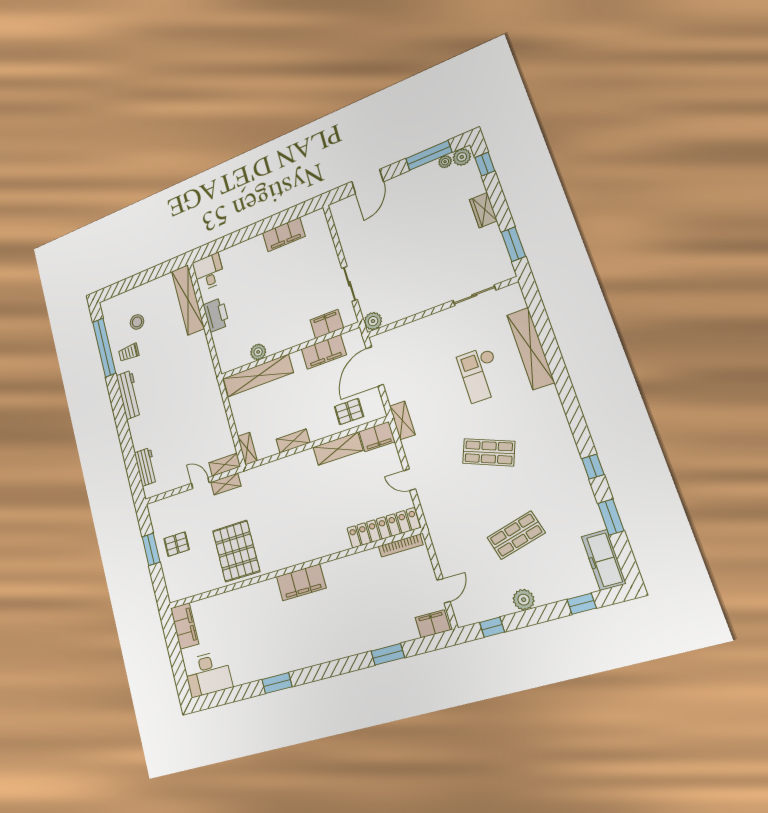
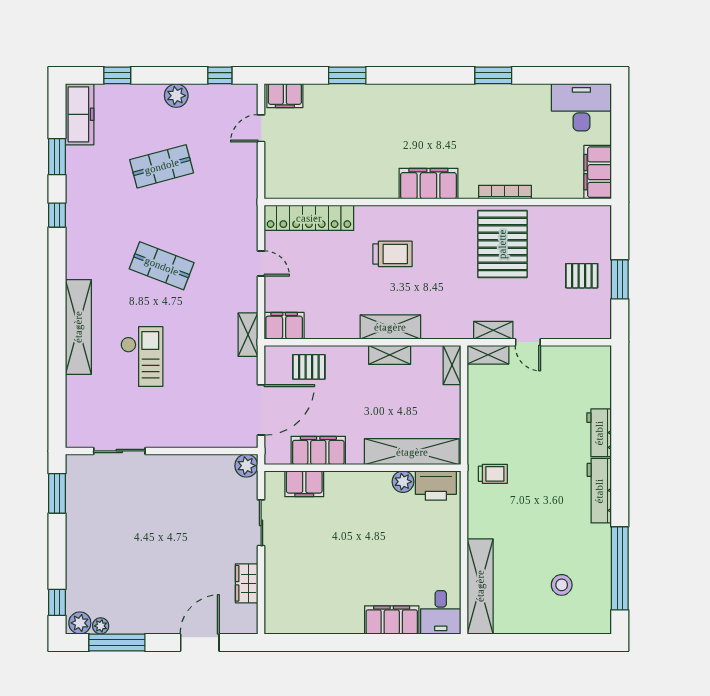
wardrobe: (483, 210) -> (247, 583), moved, turned 180
filing cabinet: (284, 235) -> (392, 620), moved
printer: (216, 315) -> (436, 485), moved, turned -90
shelving: (530, 349) -> (78, 327), moved
trolley: (129, 353) -> (493, 474), moved
shelving: (338, 449) -> (390, 327), moved
workbench: (146, 467) -> (599, 433), moved
trolley: (312, 519) -> (393, 254), added
bookcase: (401, 545) -> (505, 192), moved

